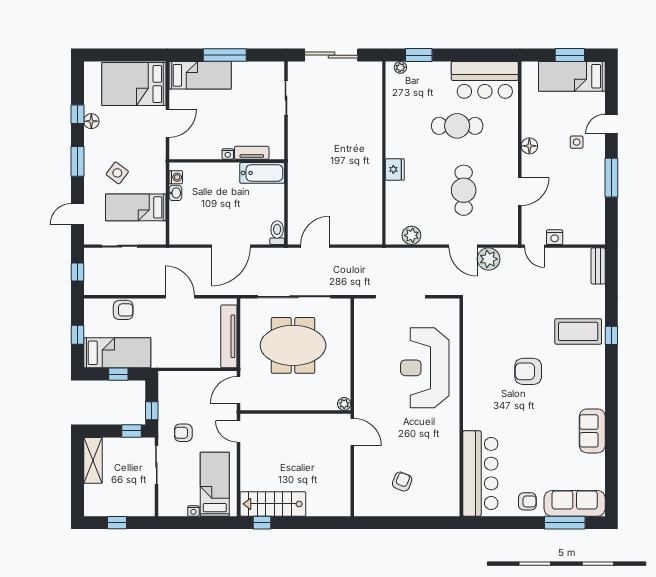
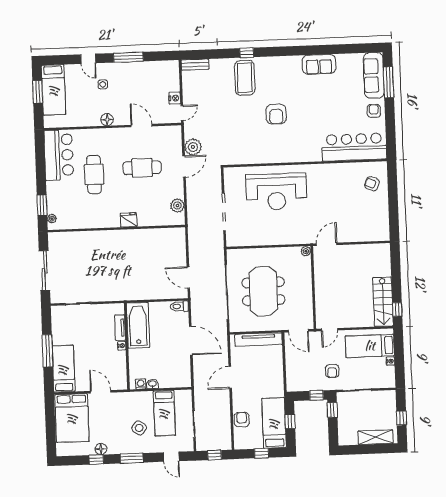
bathtub: (262, 173) -> (138, 325), width x1.36, depth x1.36
shelving: (93, 460) -> (376, 437), moved
armchair: (402, 482) -> (372, 184), moved

